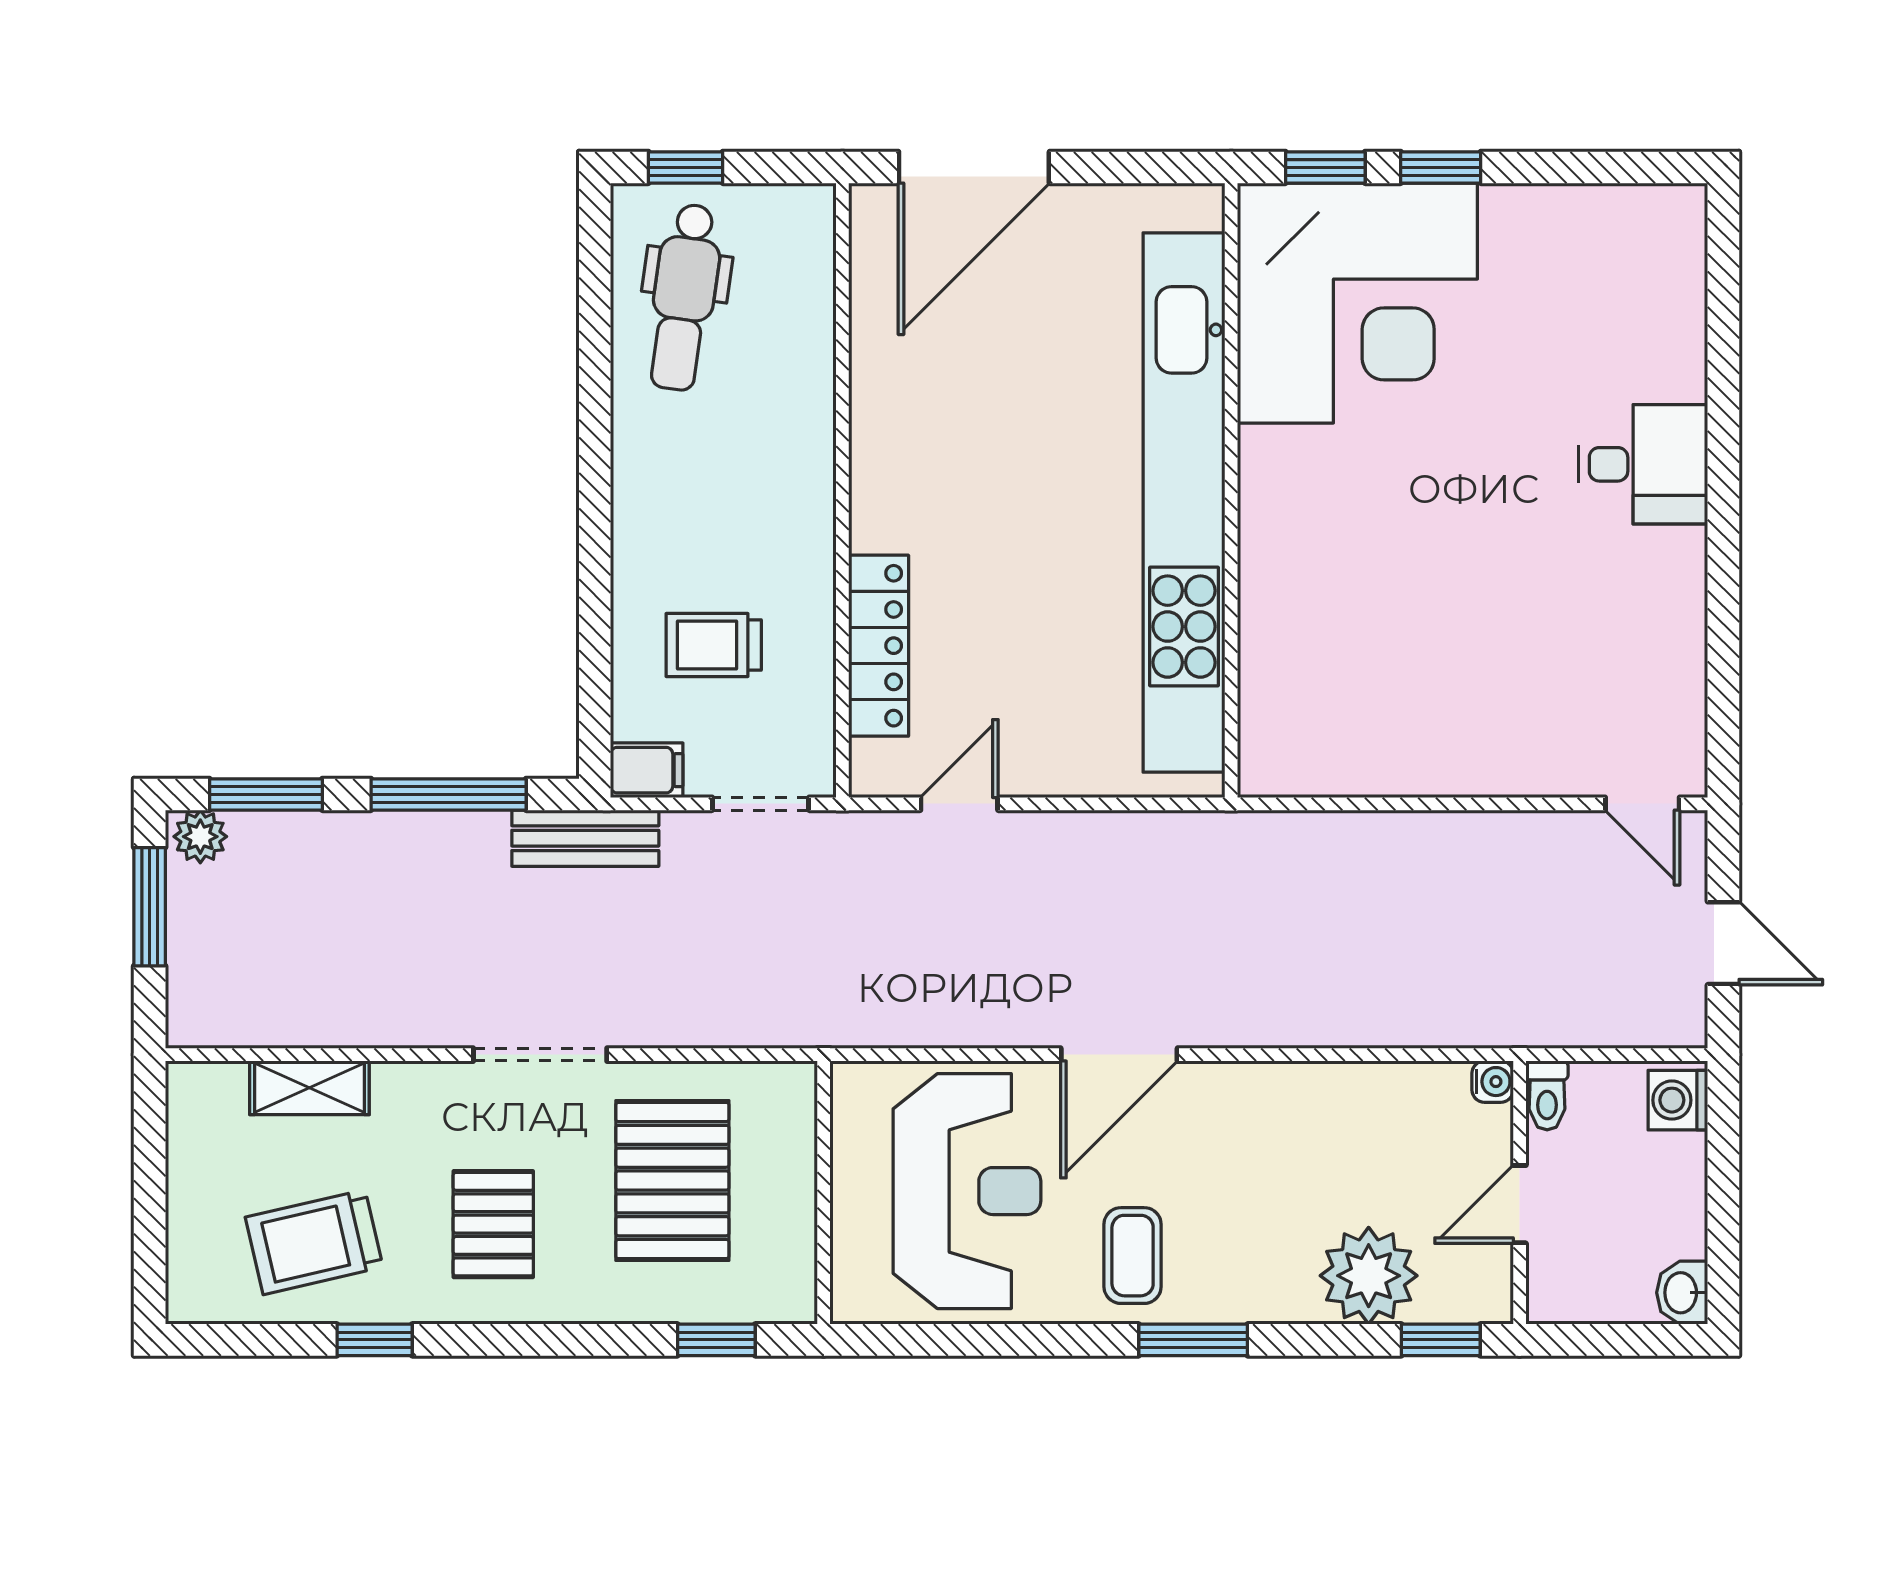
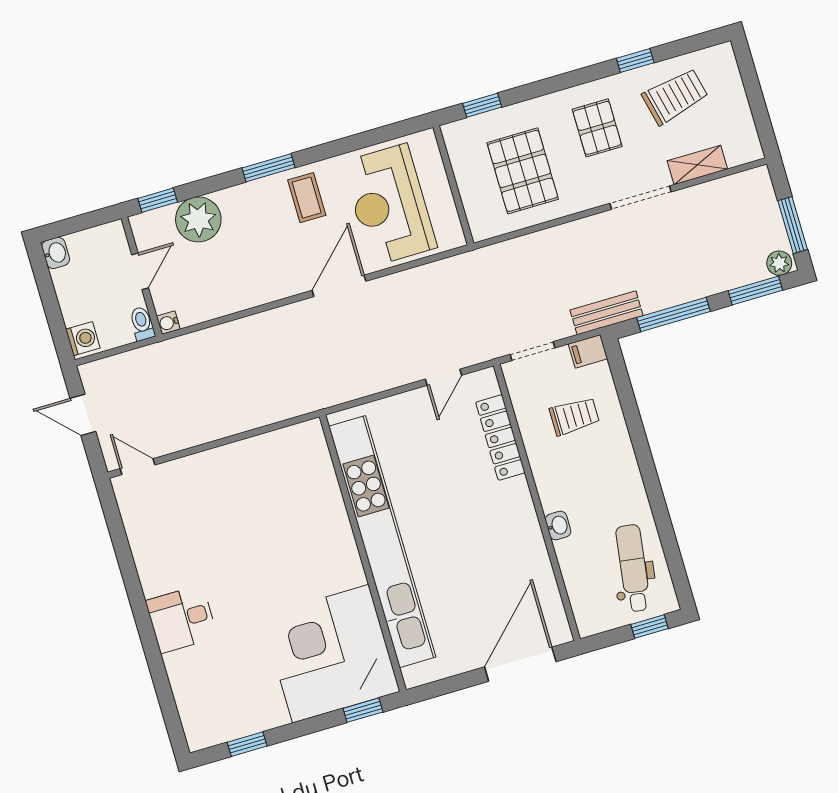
window: (1441, 167) -> (247, 744), moved
washbasin: (813, 430) -> (558, 526), added
doorway: (540, 1055) -> (641, 198), moved

